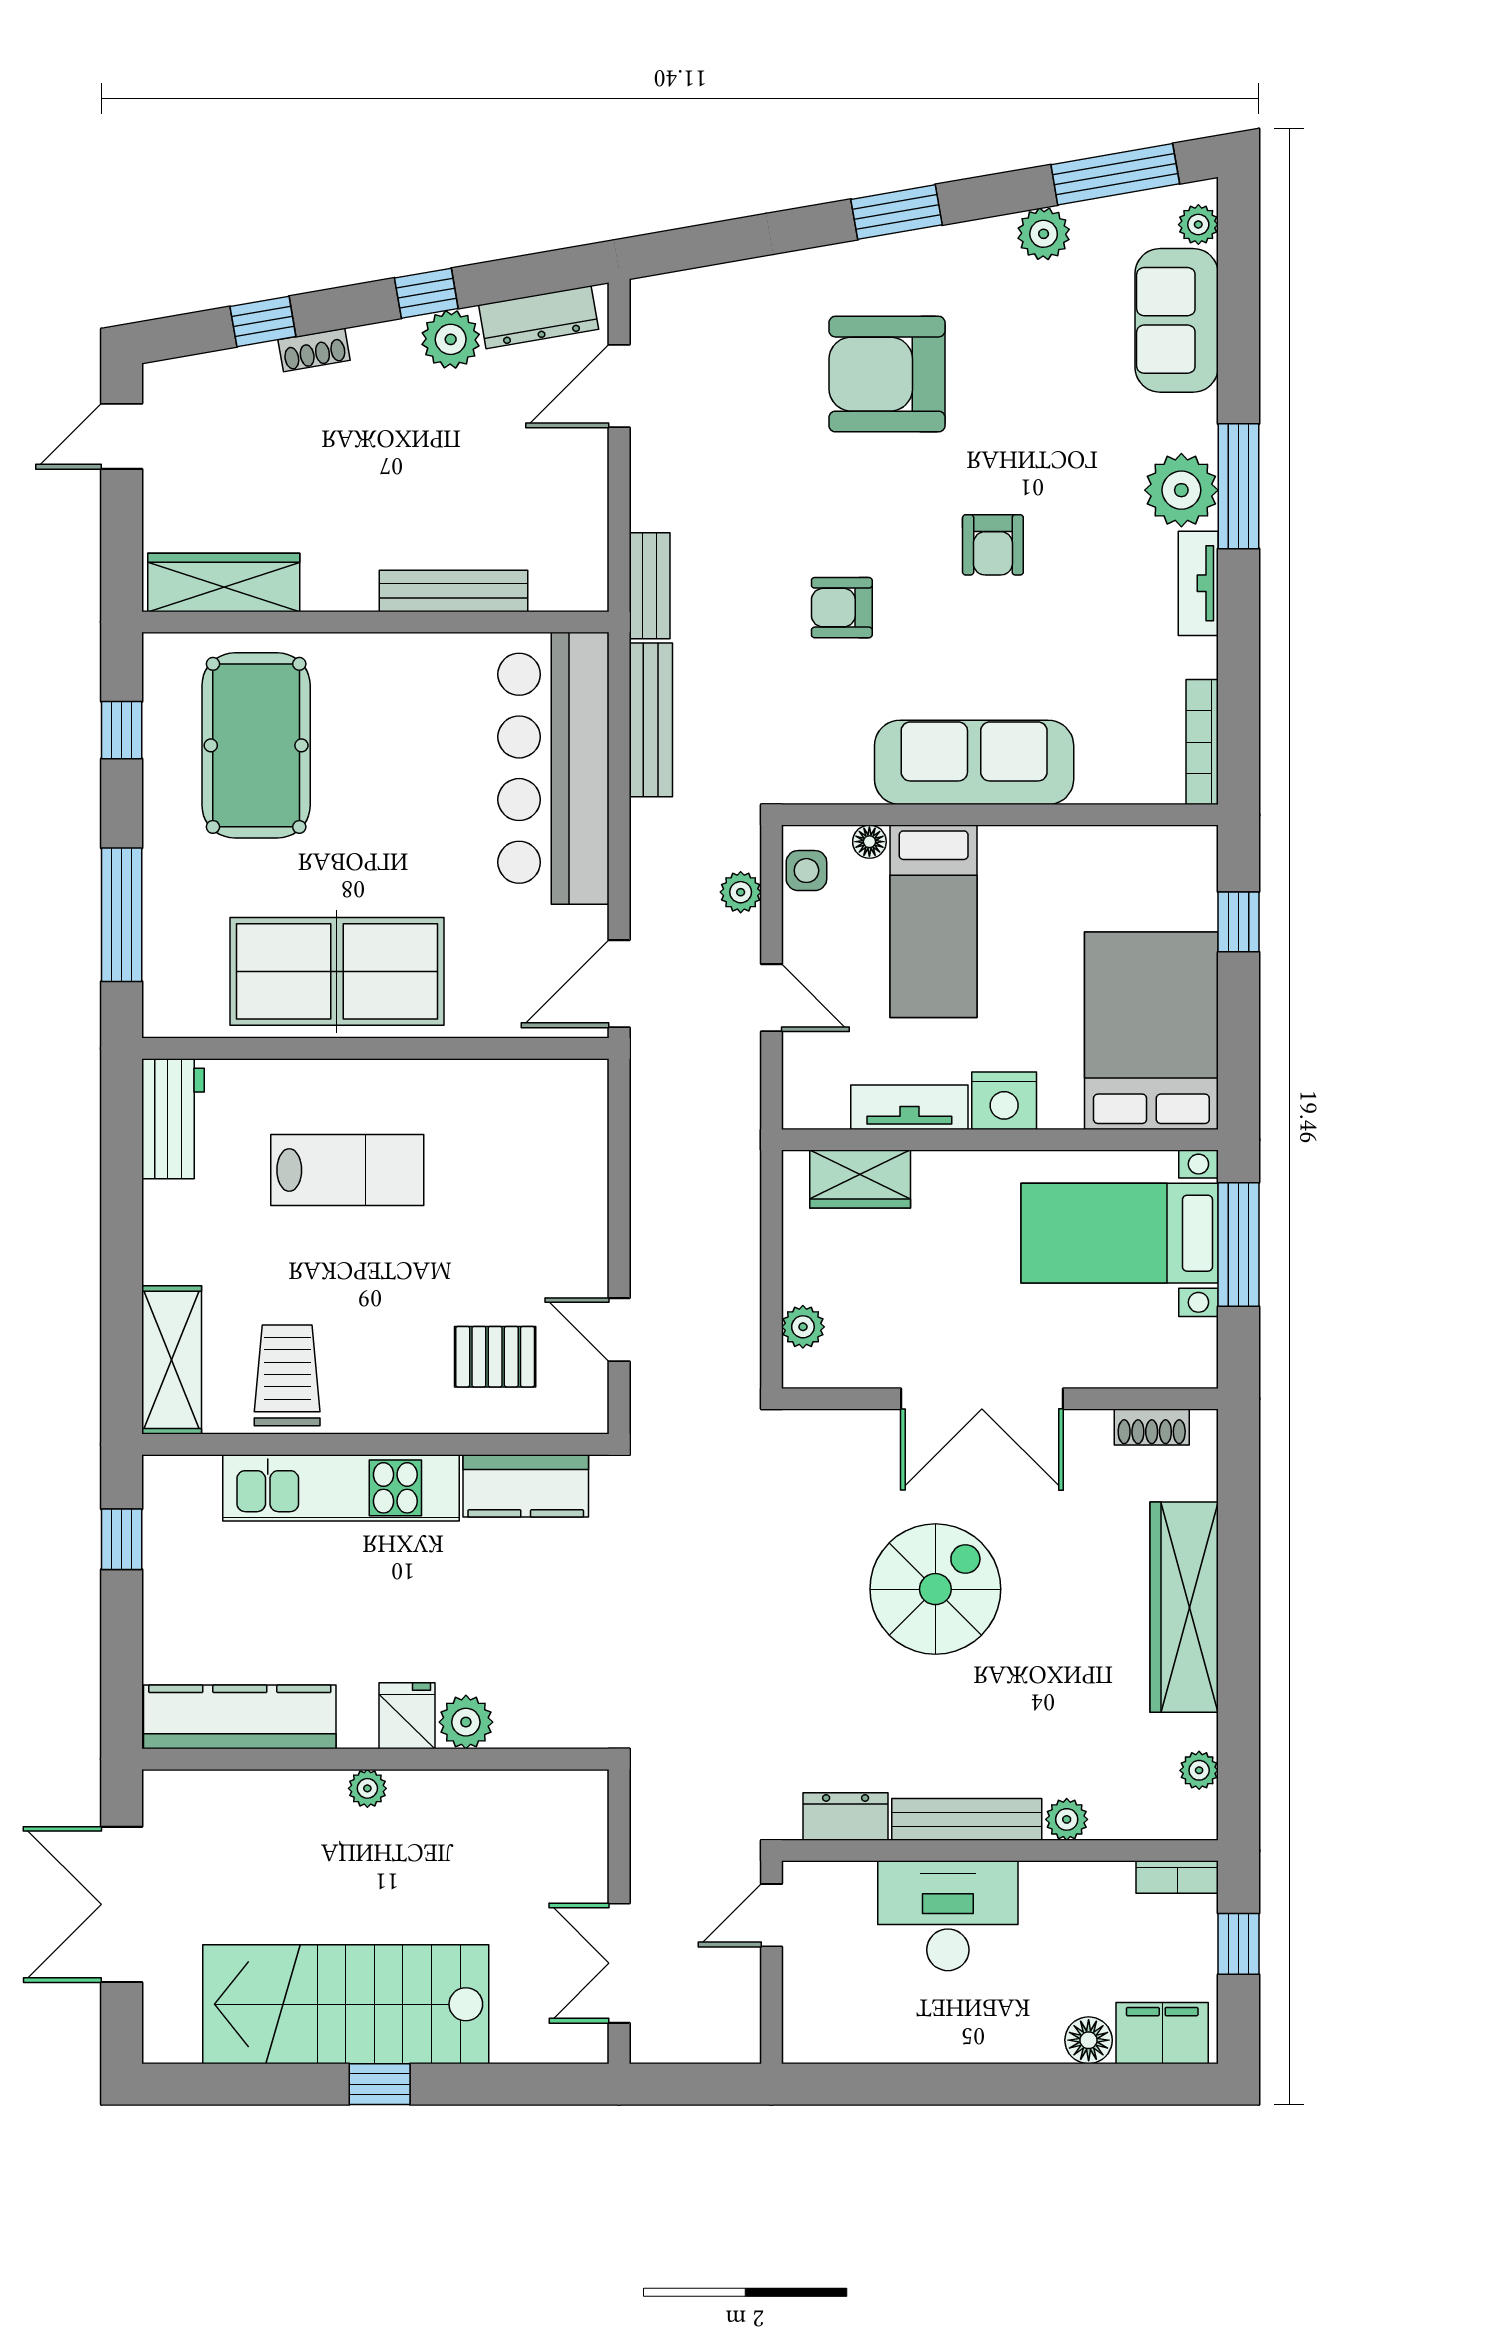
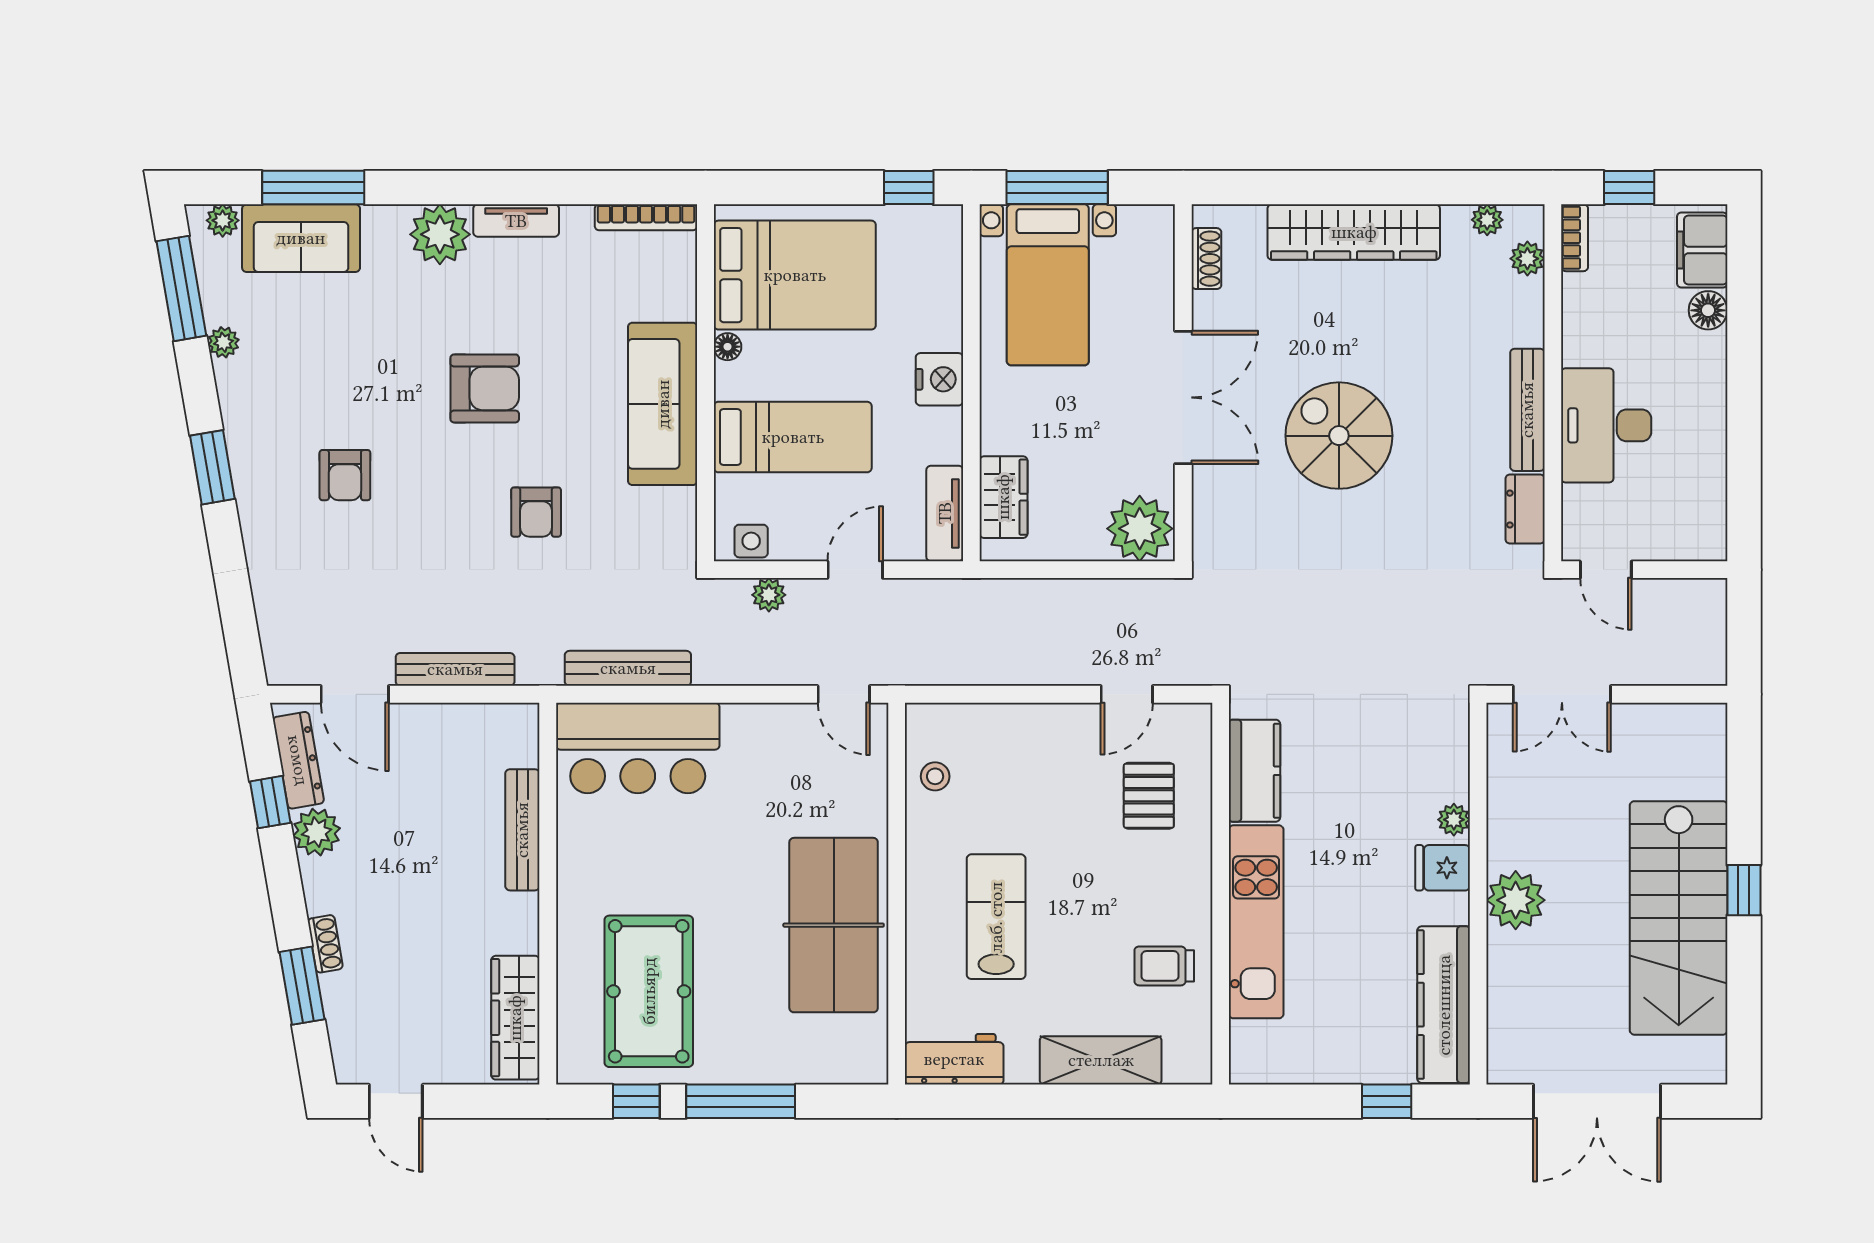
plant: (1044, 234) -> (223, 342), width x0.73, depth x0.73
window: (426, 293) -> (270, 802), moved
window: (263, 322) -> (302, 986), width x1.50
armchair: (887, 374) -> (345, 475), width x0.53, depth x0.53
window: (1238, 486) -> (313, 188), moved
armchair: (993, 545) -> (485, 388), width x1.38, depth x1.38
bench: (650, 586) -> (455, 669), moved, width x1.36
pool table: (256, 745) -> (649, 991), turned 90
bar counter: (553, 768) -> (638, 748), width x0.73
floor lamp: (869, 842) -> (728, 347), moved
window: (122, 915) -> (741, 1101), moved
window: (1238, 922) -> (909, 188), moved
door: (619, 984) -> (844, 694), width x0.73
bed: (1151, 1031) -> (795, 275), moved, turned 180
stool: (519, 1095) -> (935, 776), added
tv unit: (909, 1107) -> (945, 513), moved
plant: (803, 1327) -> (1140, 529), width x1.88, depth x1.88
shelving: (172, 1360) -> (1101, 1060), moved
trolley: (287, 1375) -> (1164, 966), width x0.73, depth x0.72
window: (122, 1539) -> (1387, 1101), moved
plant: (466, 1722) -> (1454, 820), width x0.73, depth x0.73
plant: (367, 1788) -> (1516, 900), width x1.88, depth x1.88
plant: (1067, 1819) -> (1527, 259), moved
double door: (619, 1963) -> (1562, 694), moved

